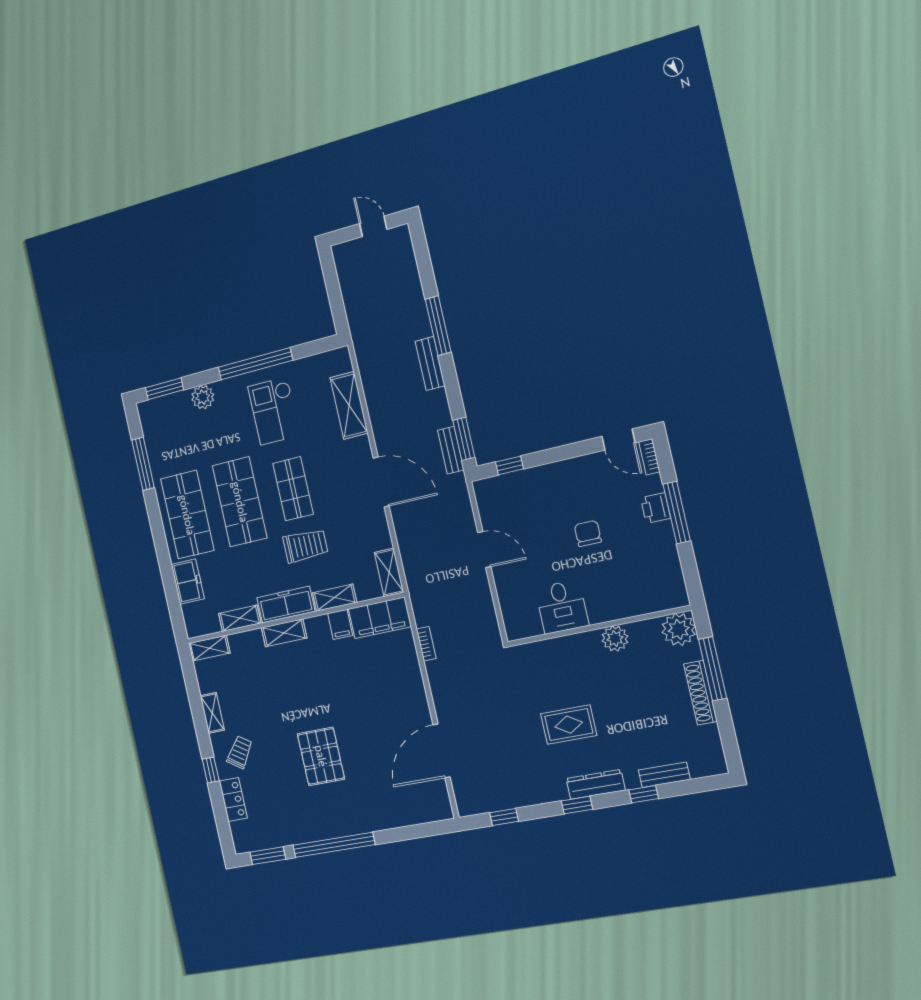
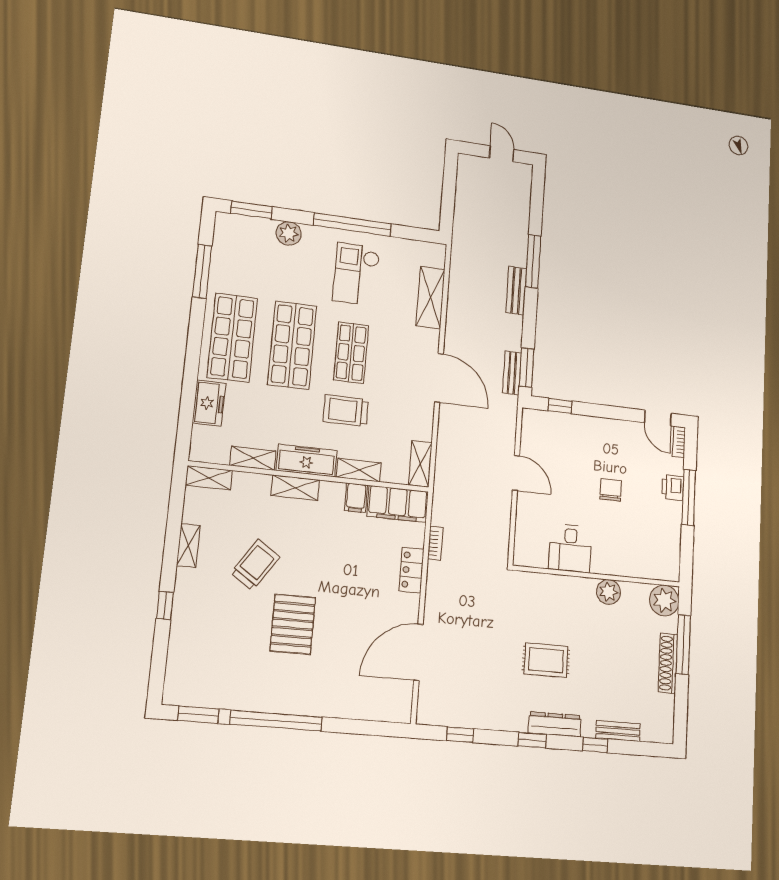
trolley: (305, 546) -> (346, 411), turned 180
trolley: (240, 752) -> (255, 565), moved, width x1.36, depth x1.39
locker: (233, 800) -> (411, 570), moved, turned 180

